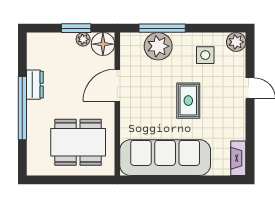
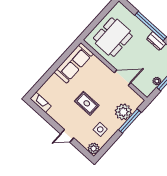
floor lamp: (103, 44) -> (147, 88), removed
door: (117, 85) -> (122, 78), hinge flipped
sofa: (165, 158) -> (74, 63), width x0.74, depth x0.79

